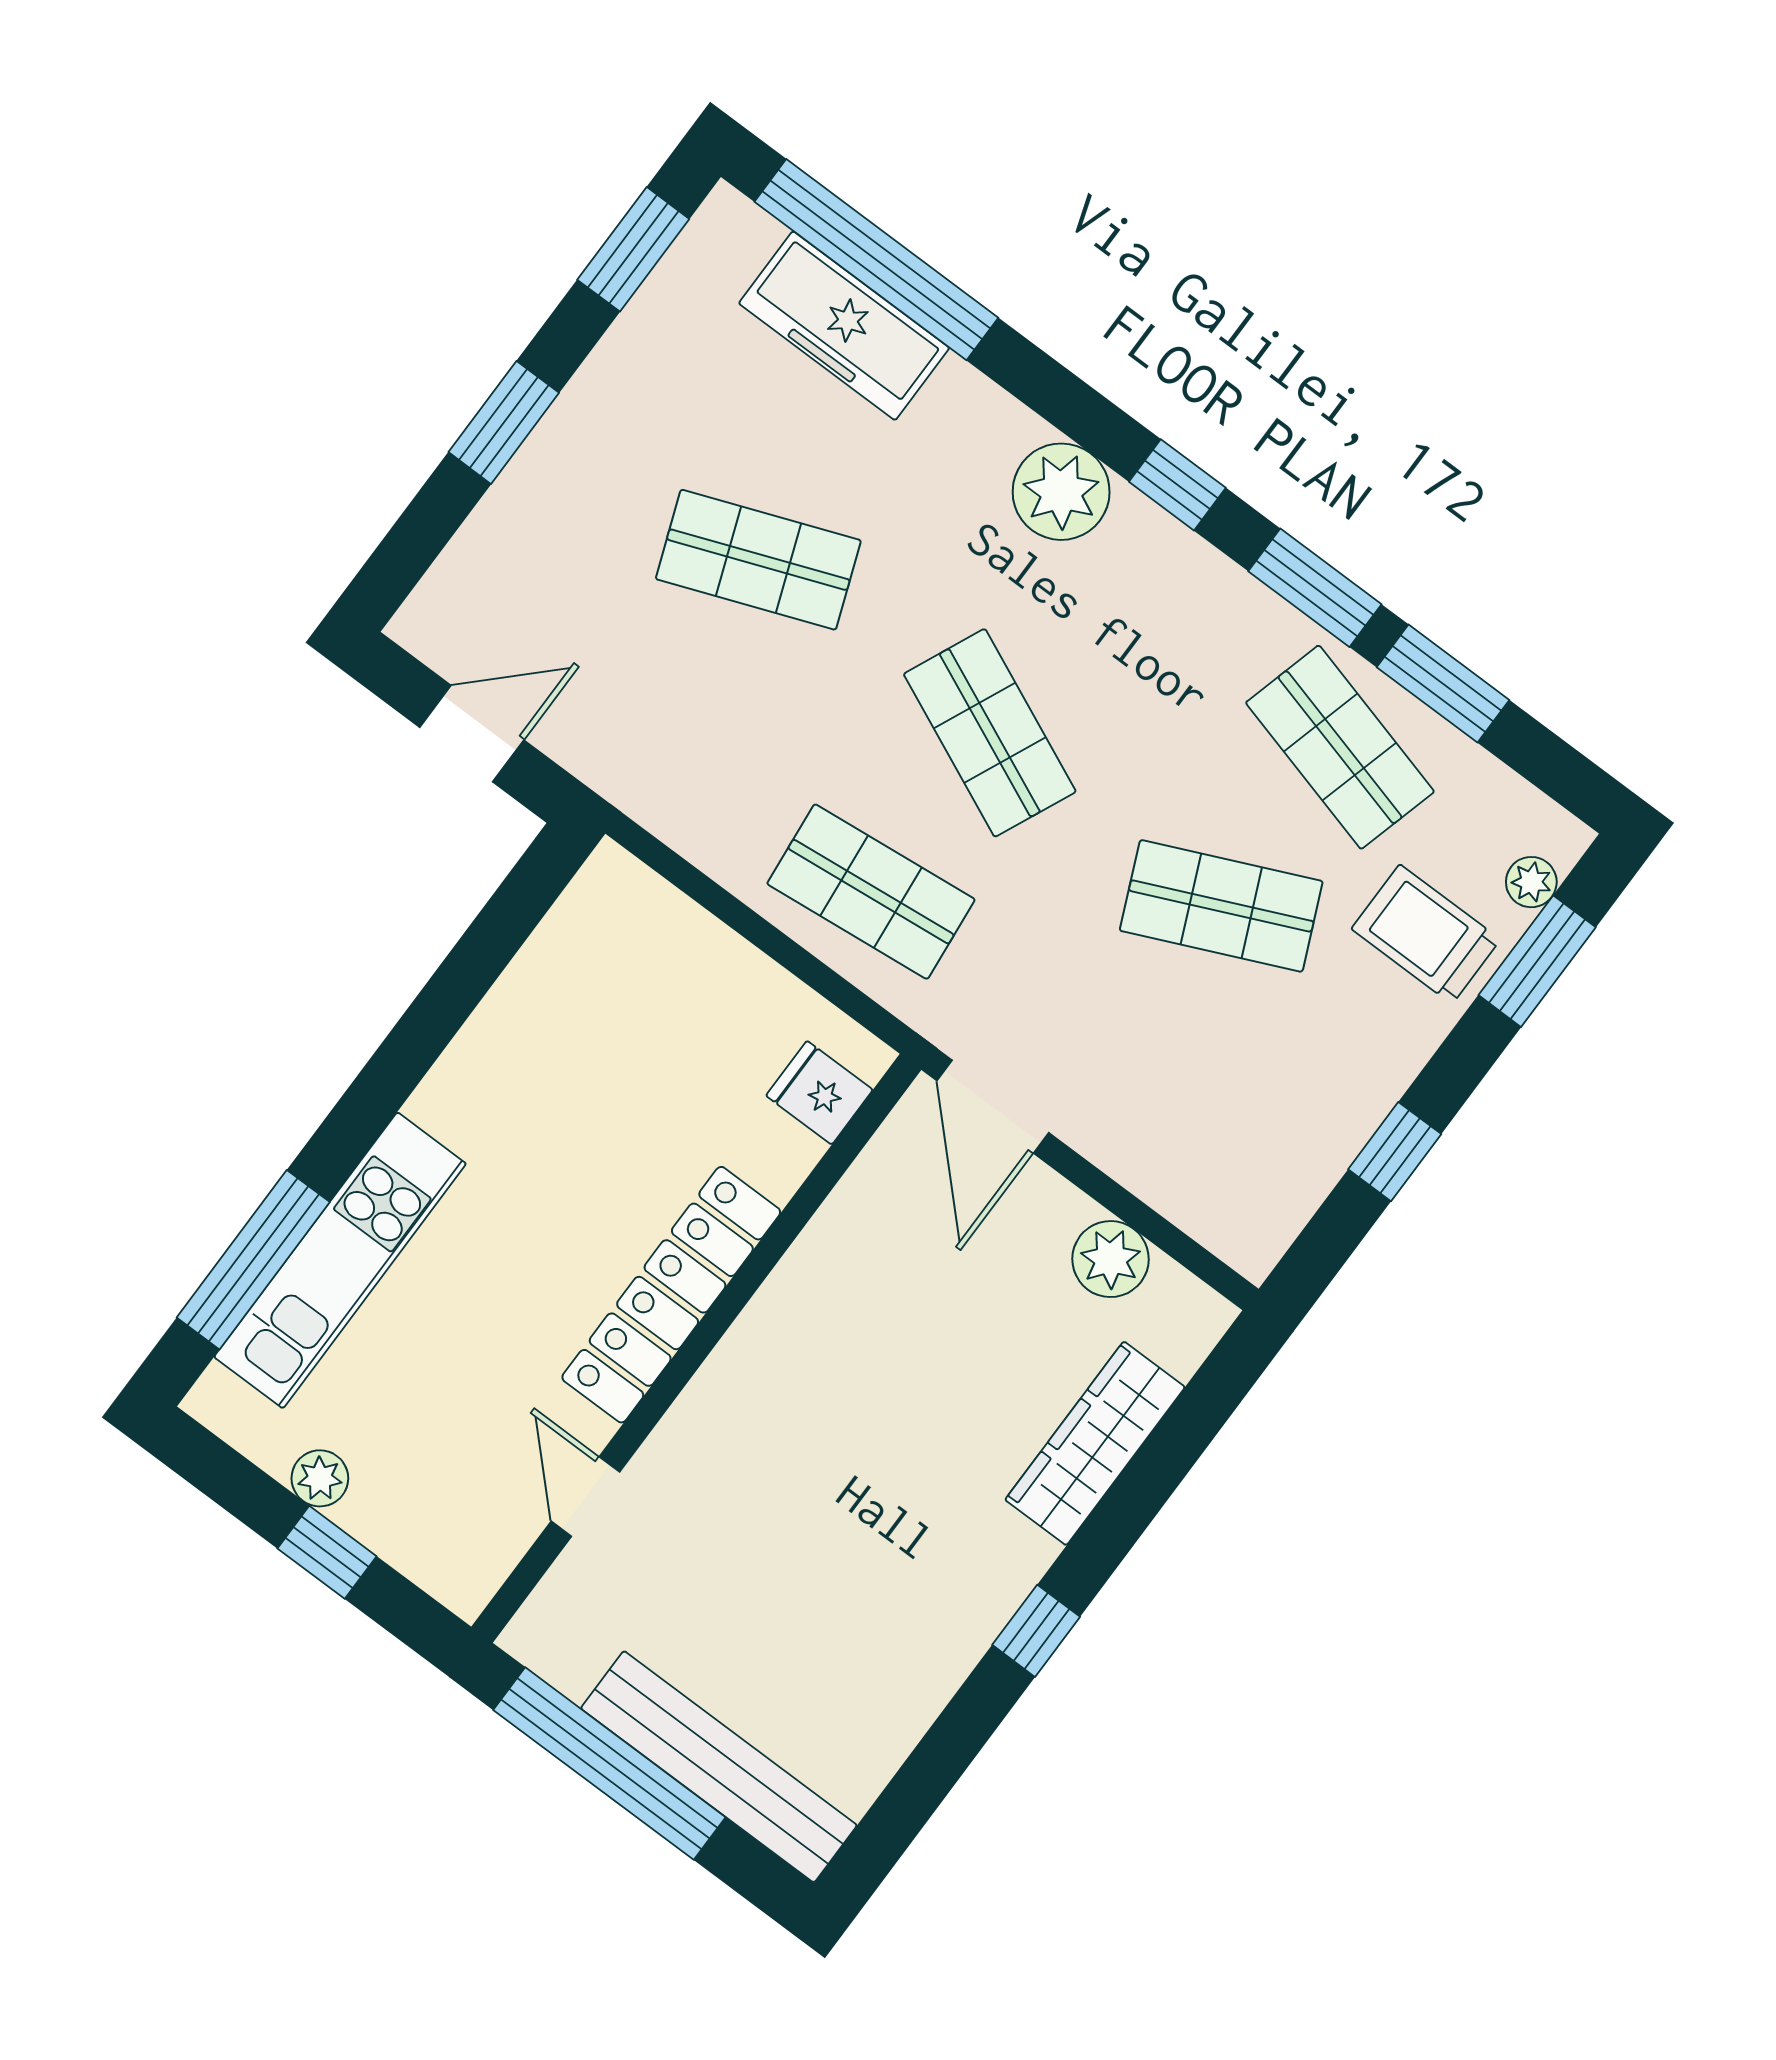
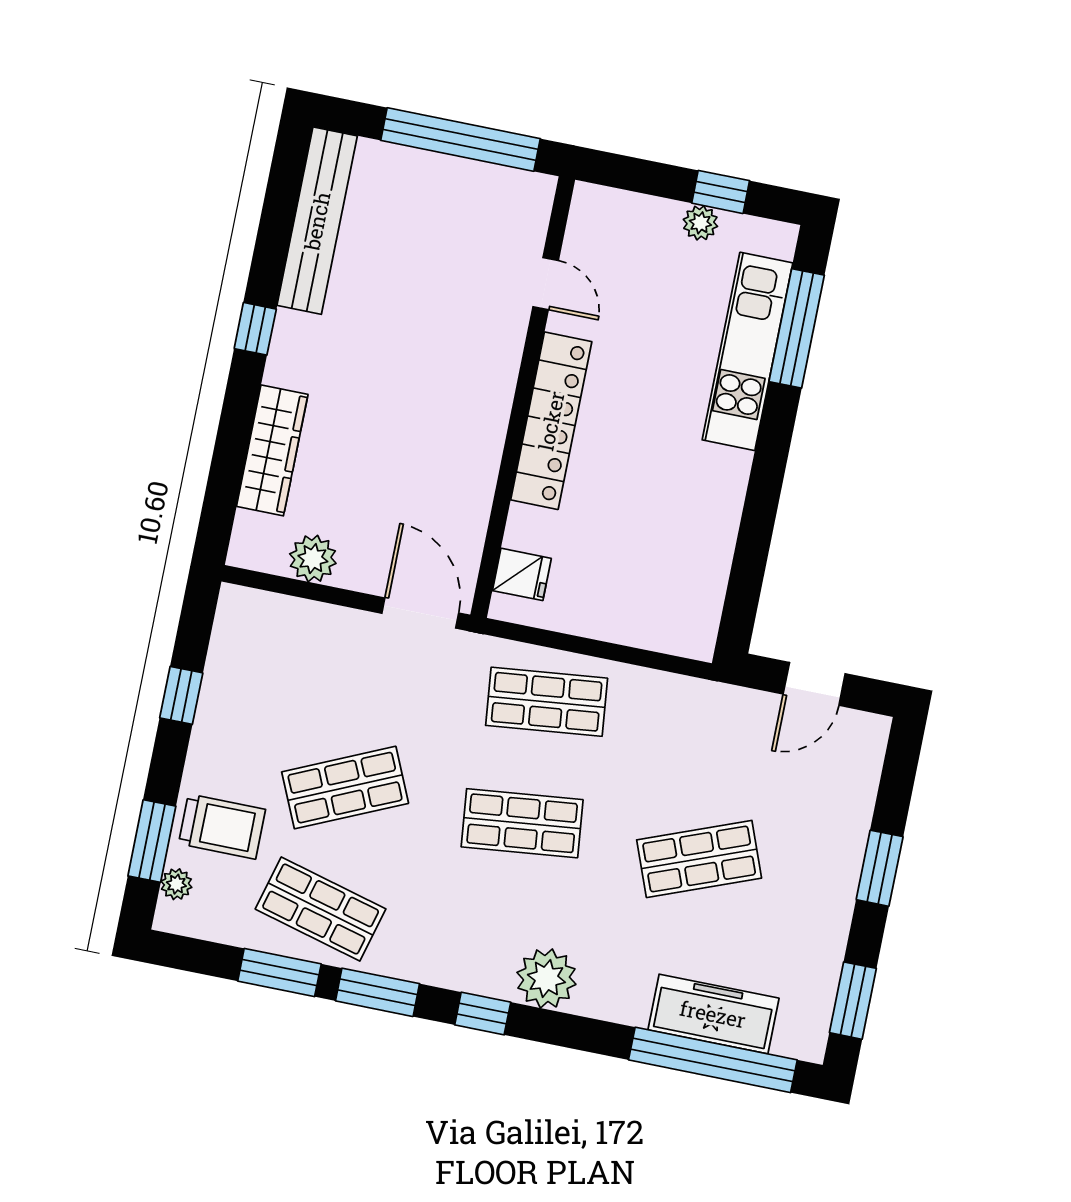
shop shelf: (990, 733) -> (522, 823), turned -30
window: (327, 1552) -> (721, 192), moved
bench: (719, 1767) -> (317, 221), moved, turned 90

